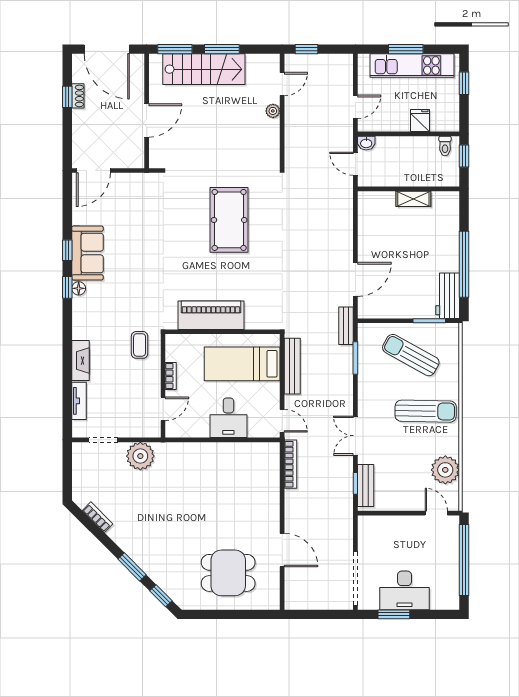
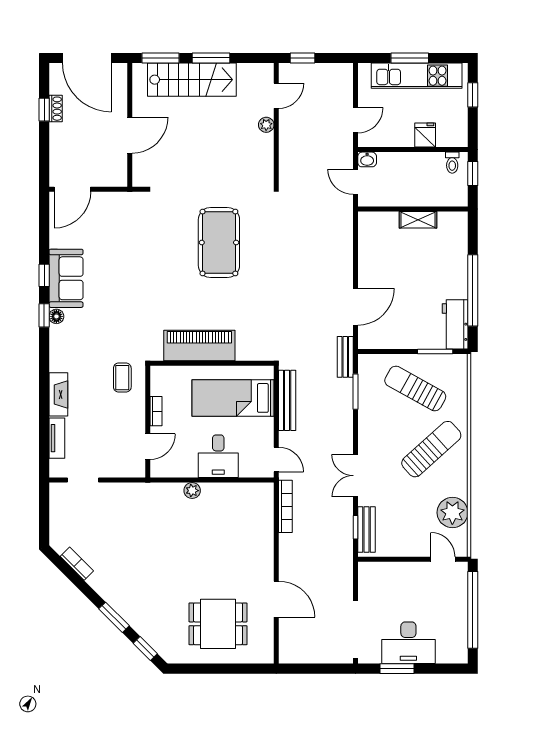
sun lounger: (426, 411) -> (431, 449), turned -43
plant: (140, 456) -> (192, 491), moved, width x0.53, depth x0.53

